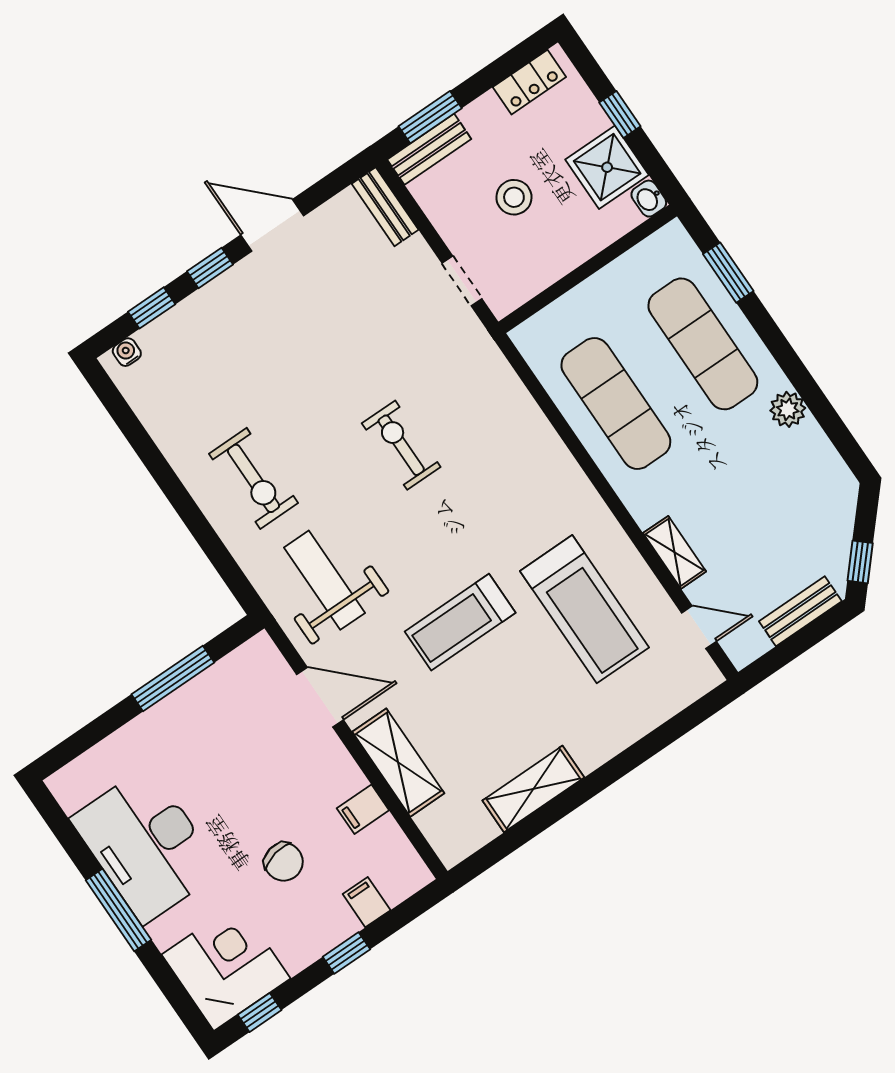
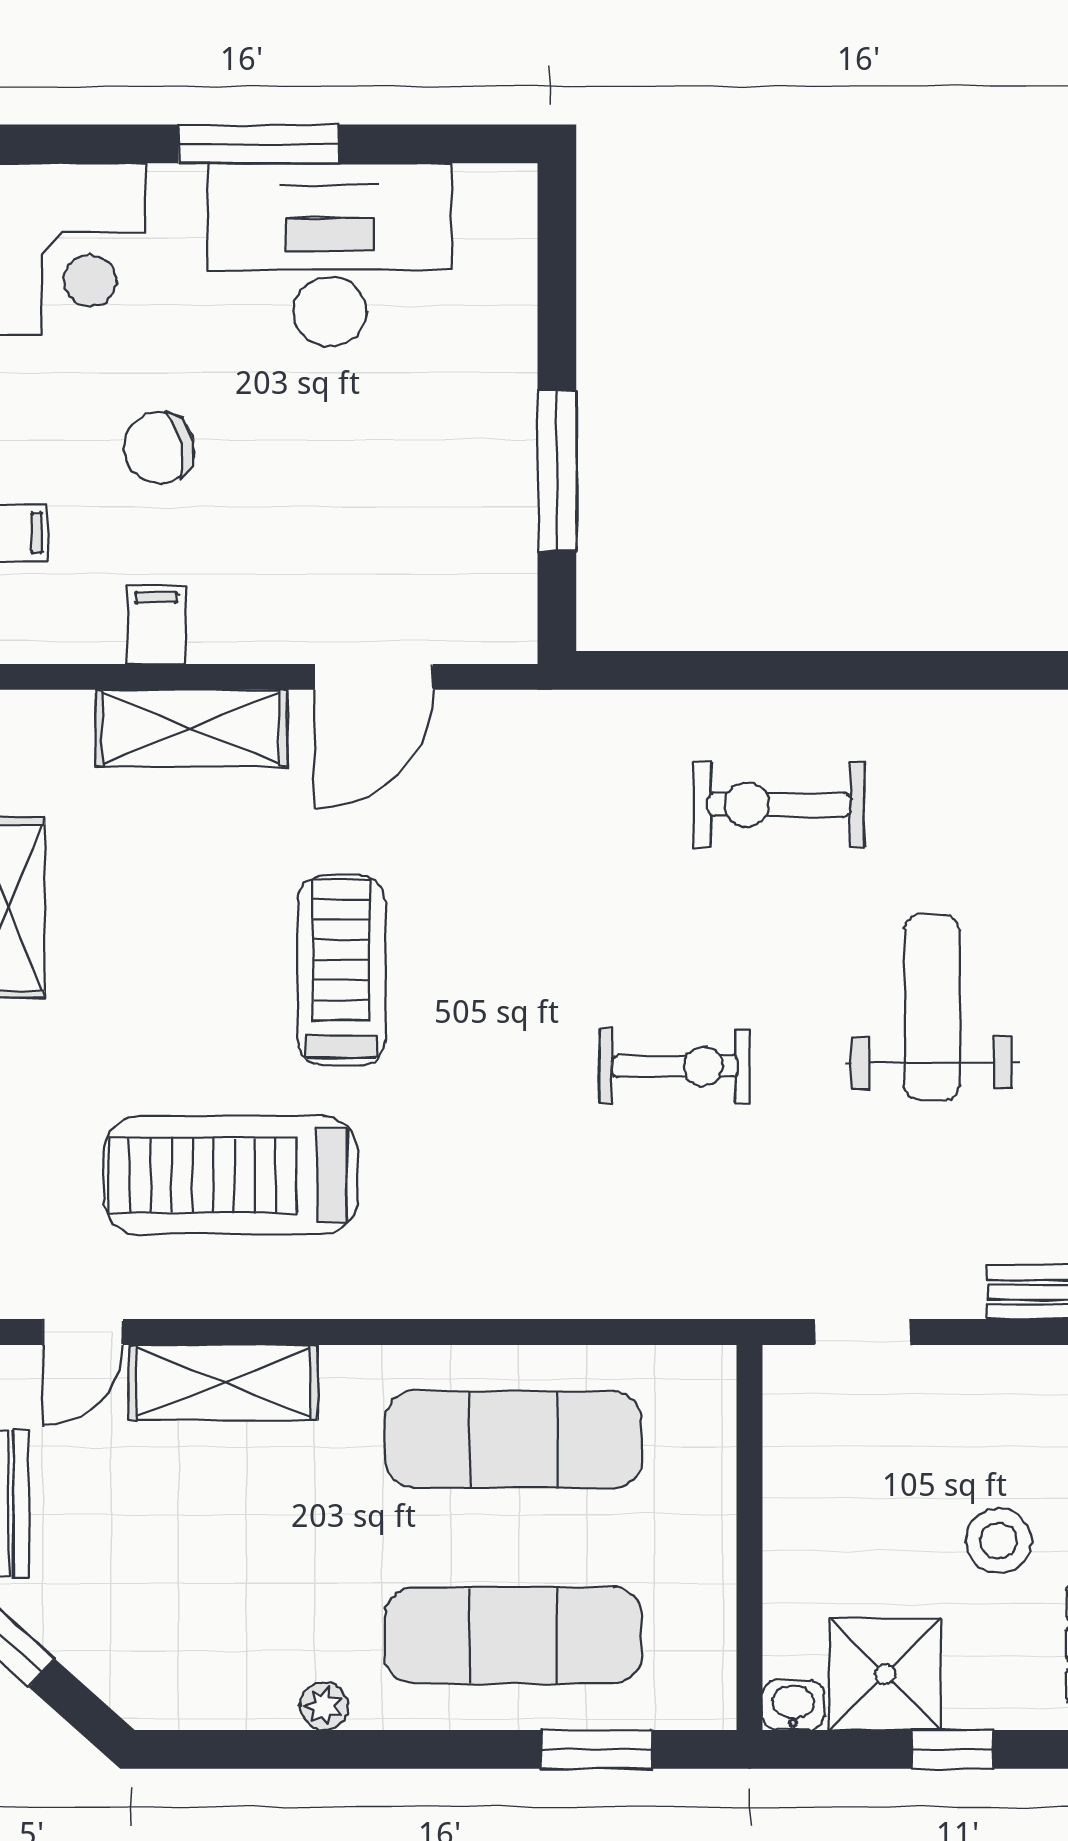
stool: (514, 197) -> (999, 1541), moved
plant: (788, 409) -> (324, 1706), width x0.73, depth x0.73
shelving: (675, 552) -> (223, 1382), width x1.50, depth x1.33
weight bench: (325, 580) -> (932, 1007), moved, turned -90

